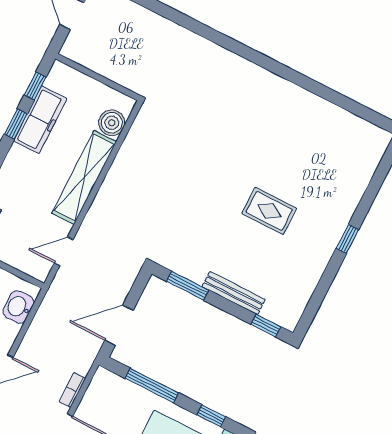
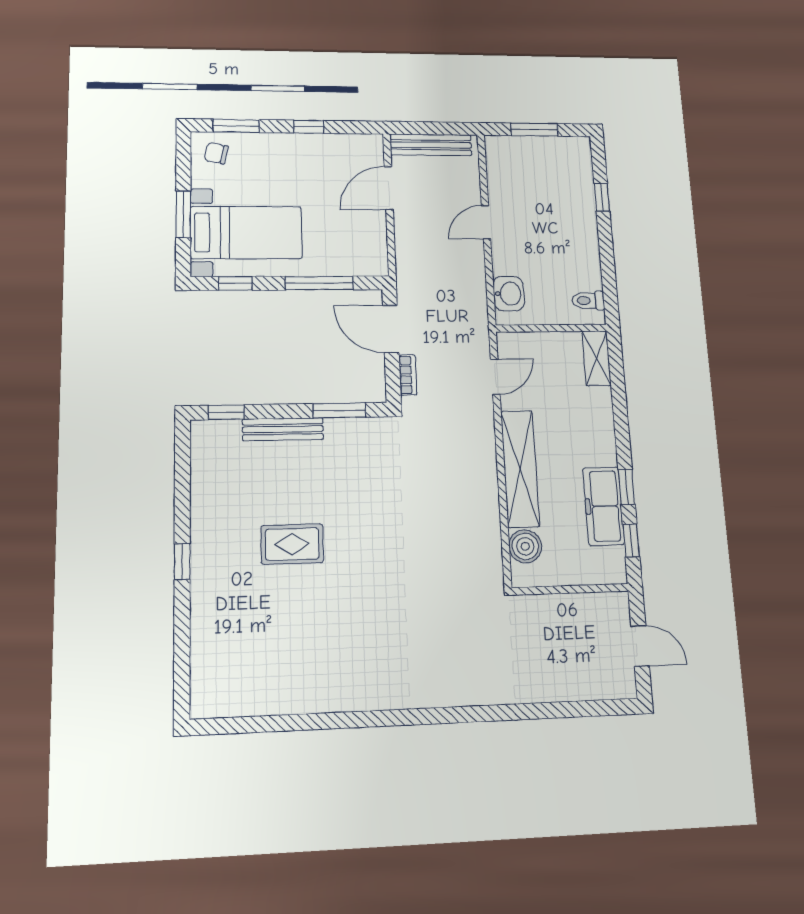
door: (119, 325) -> (391, 329), swing flipped
bookcase: (72, 390) -> (408, 375), moved

